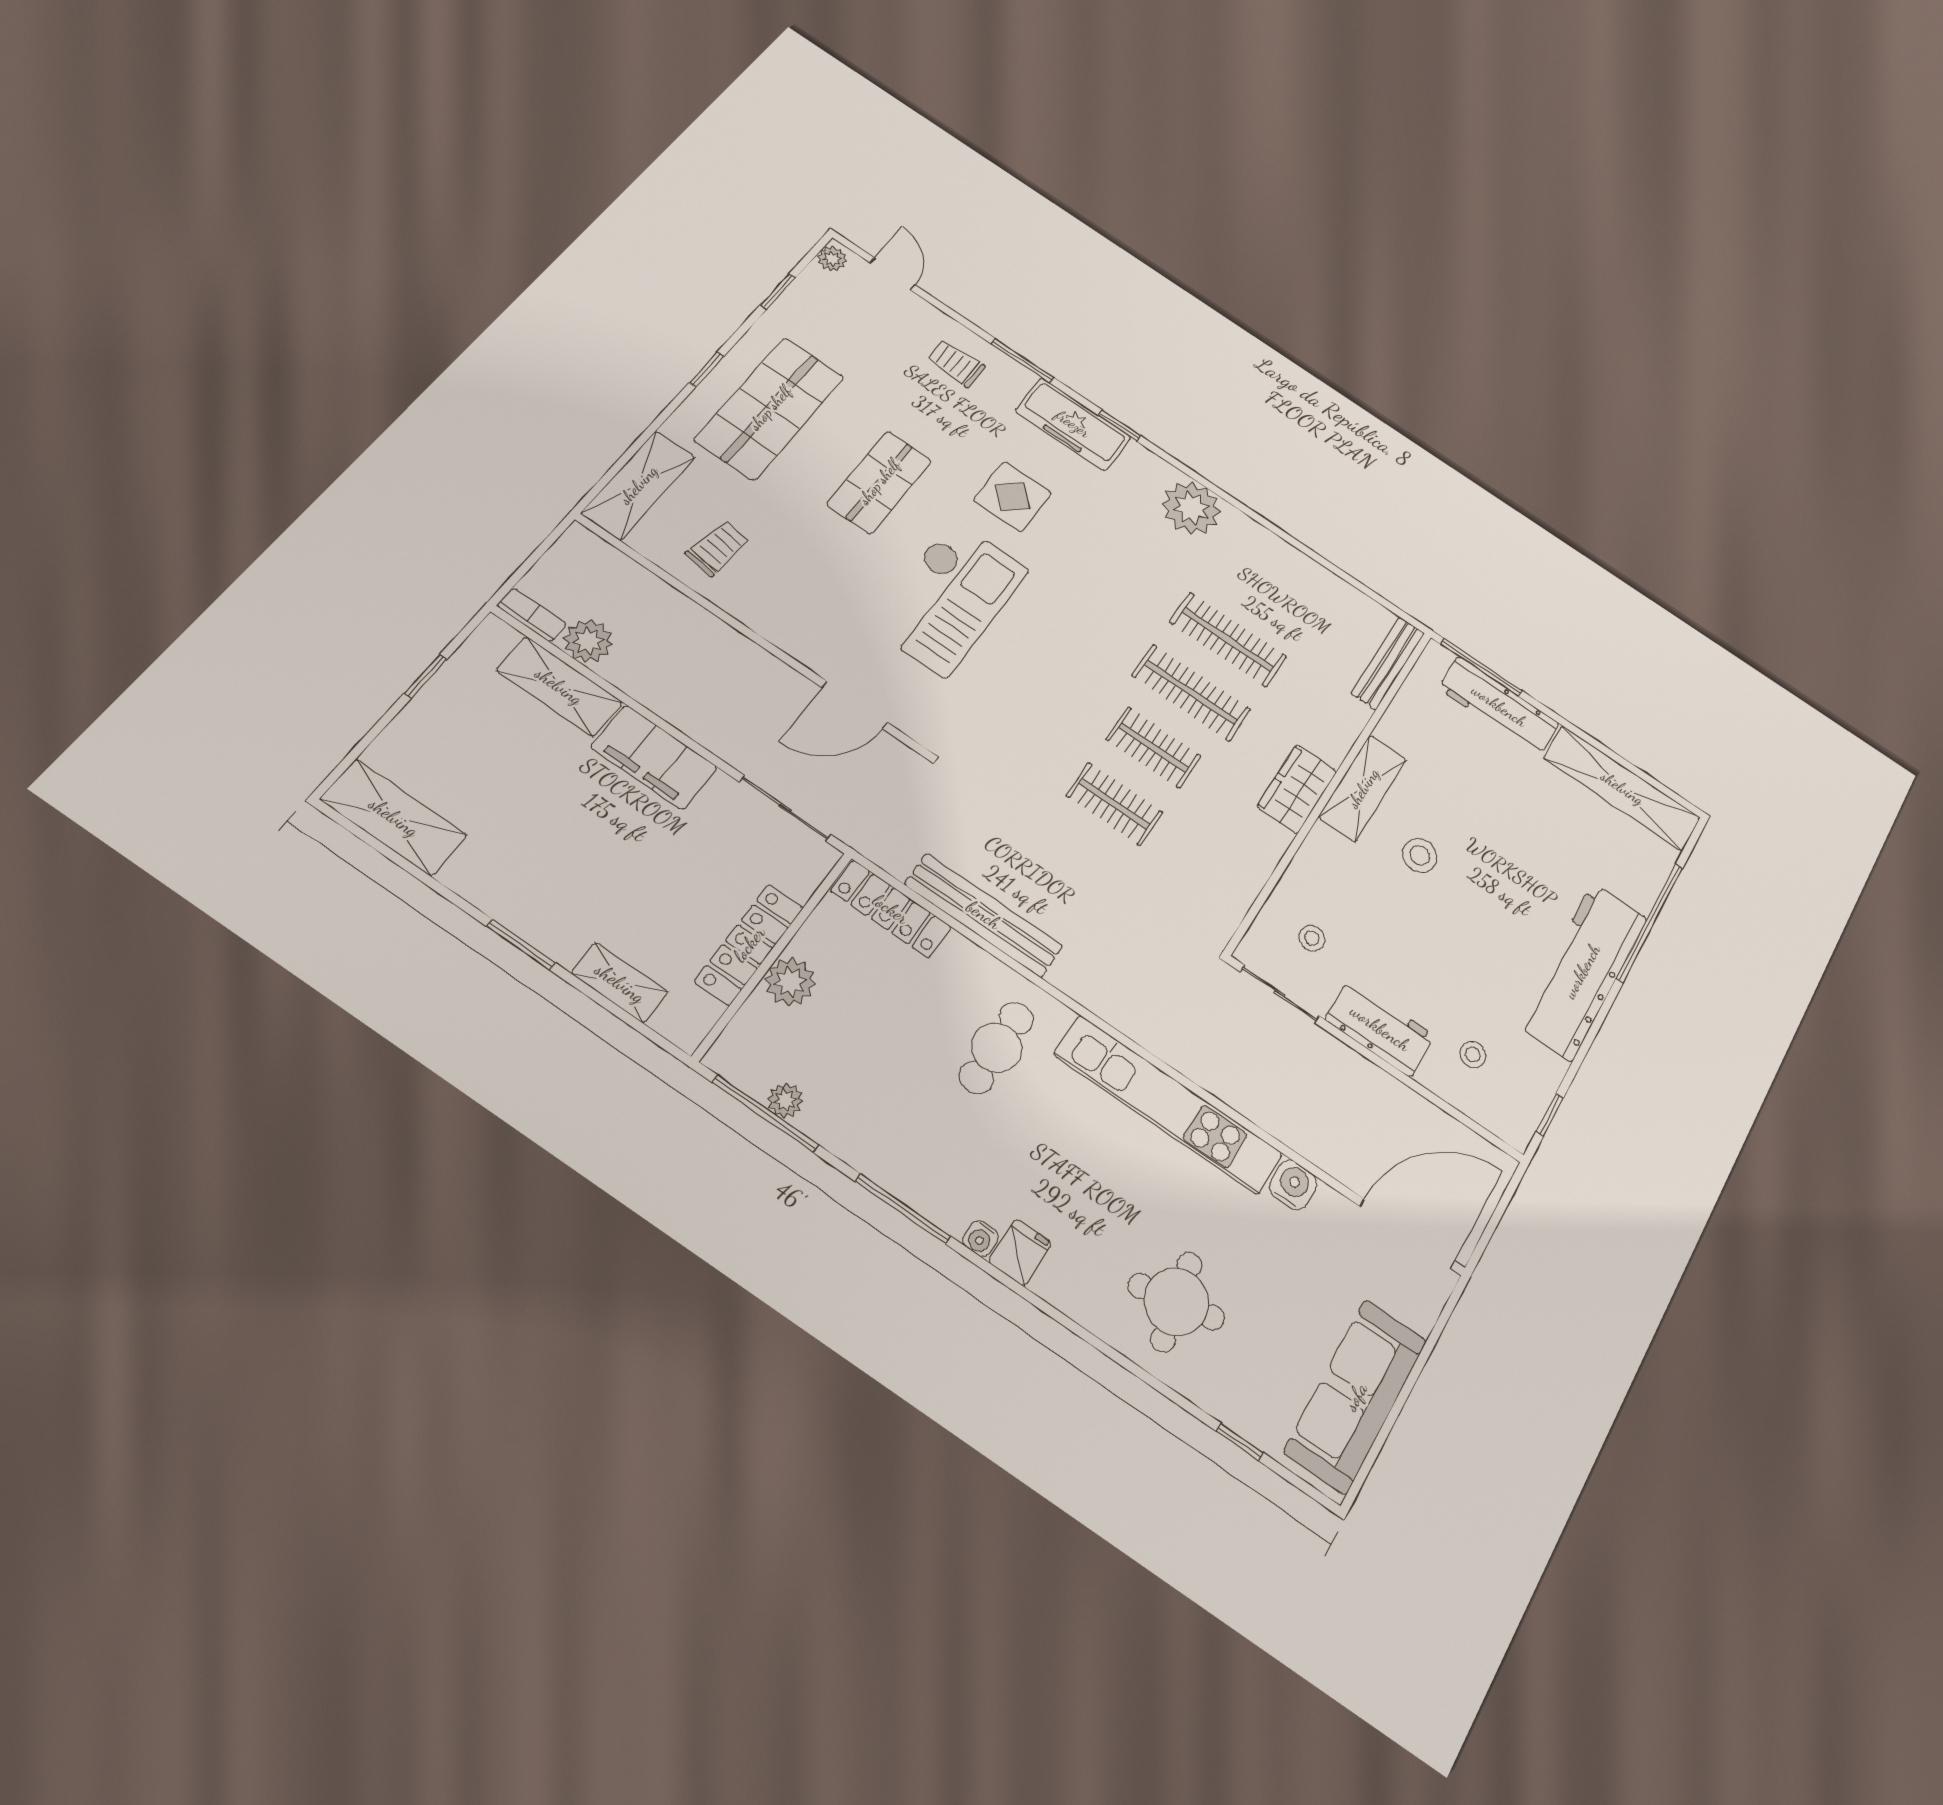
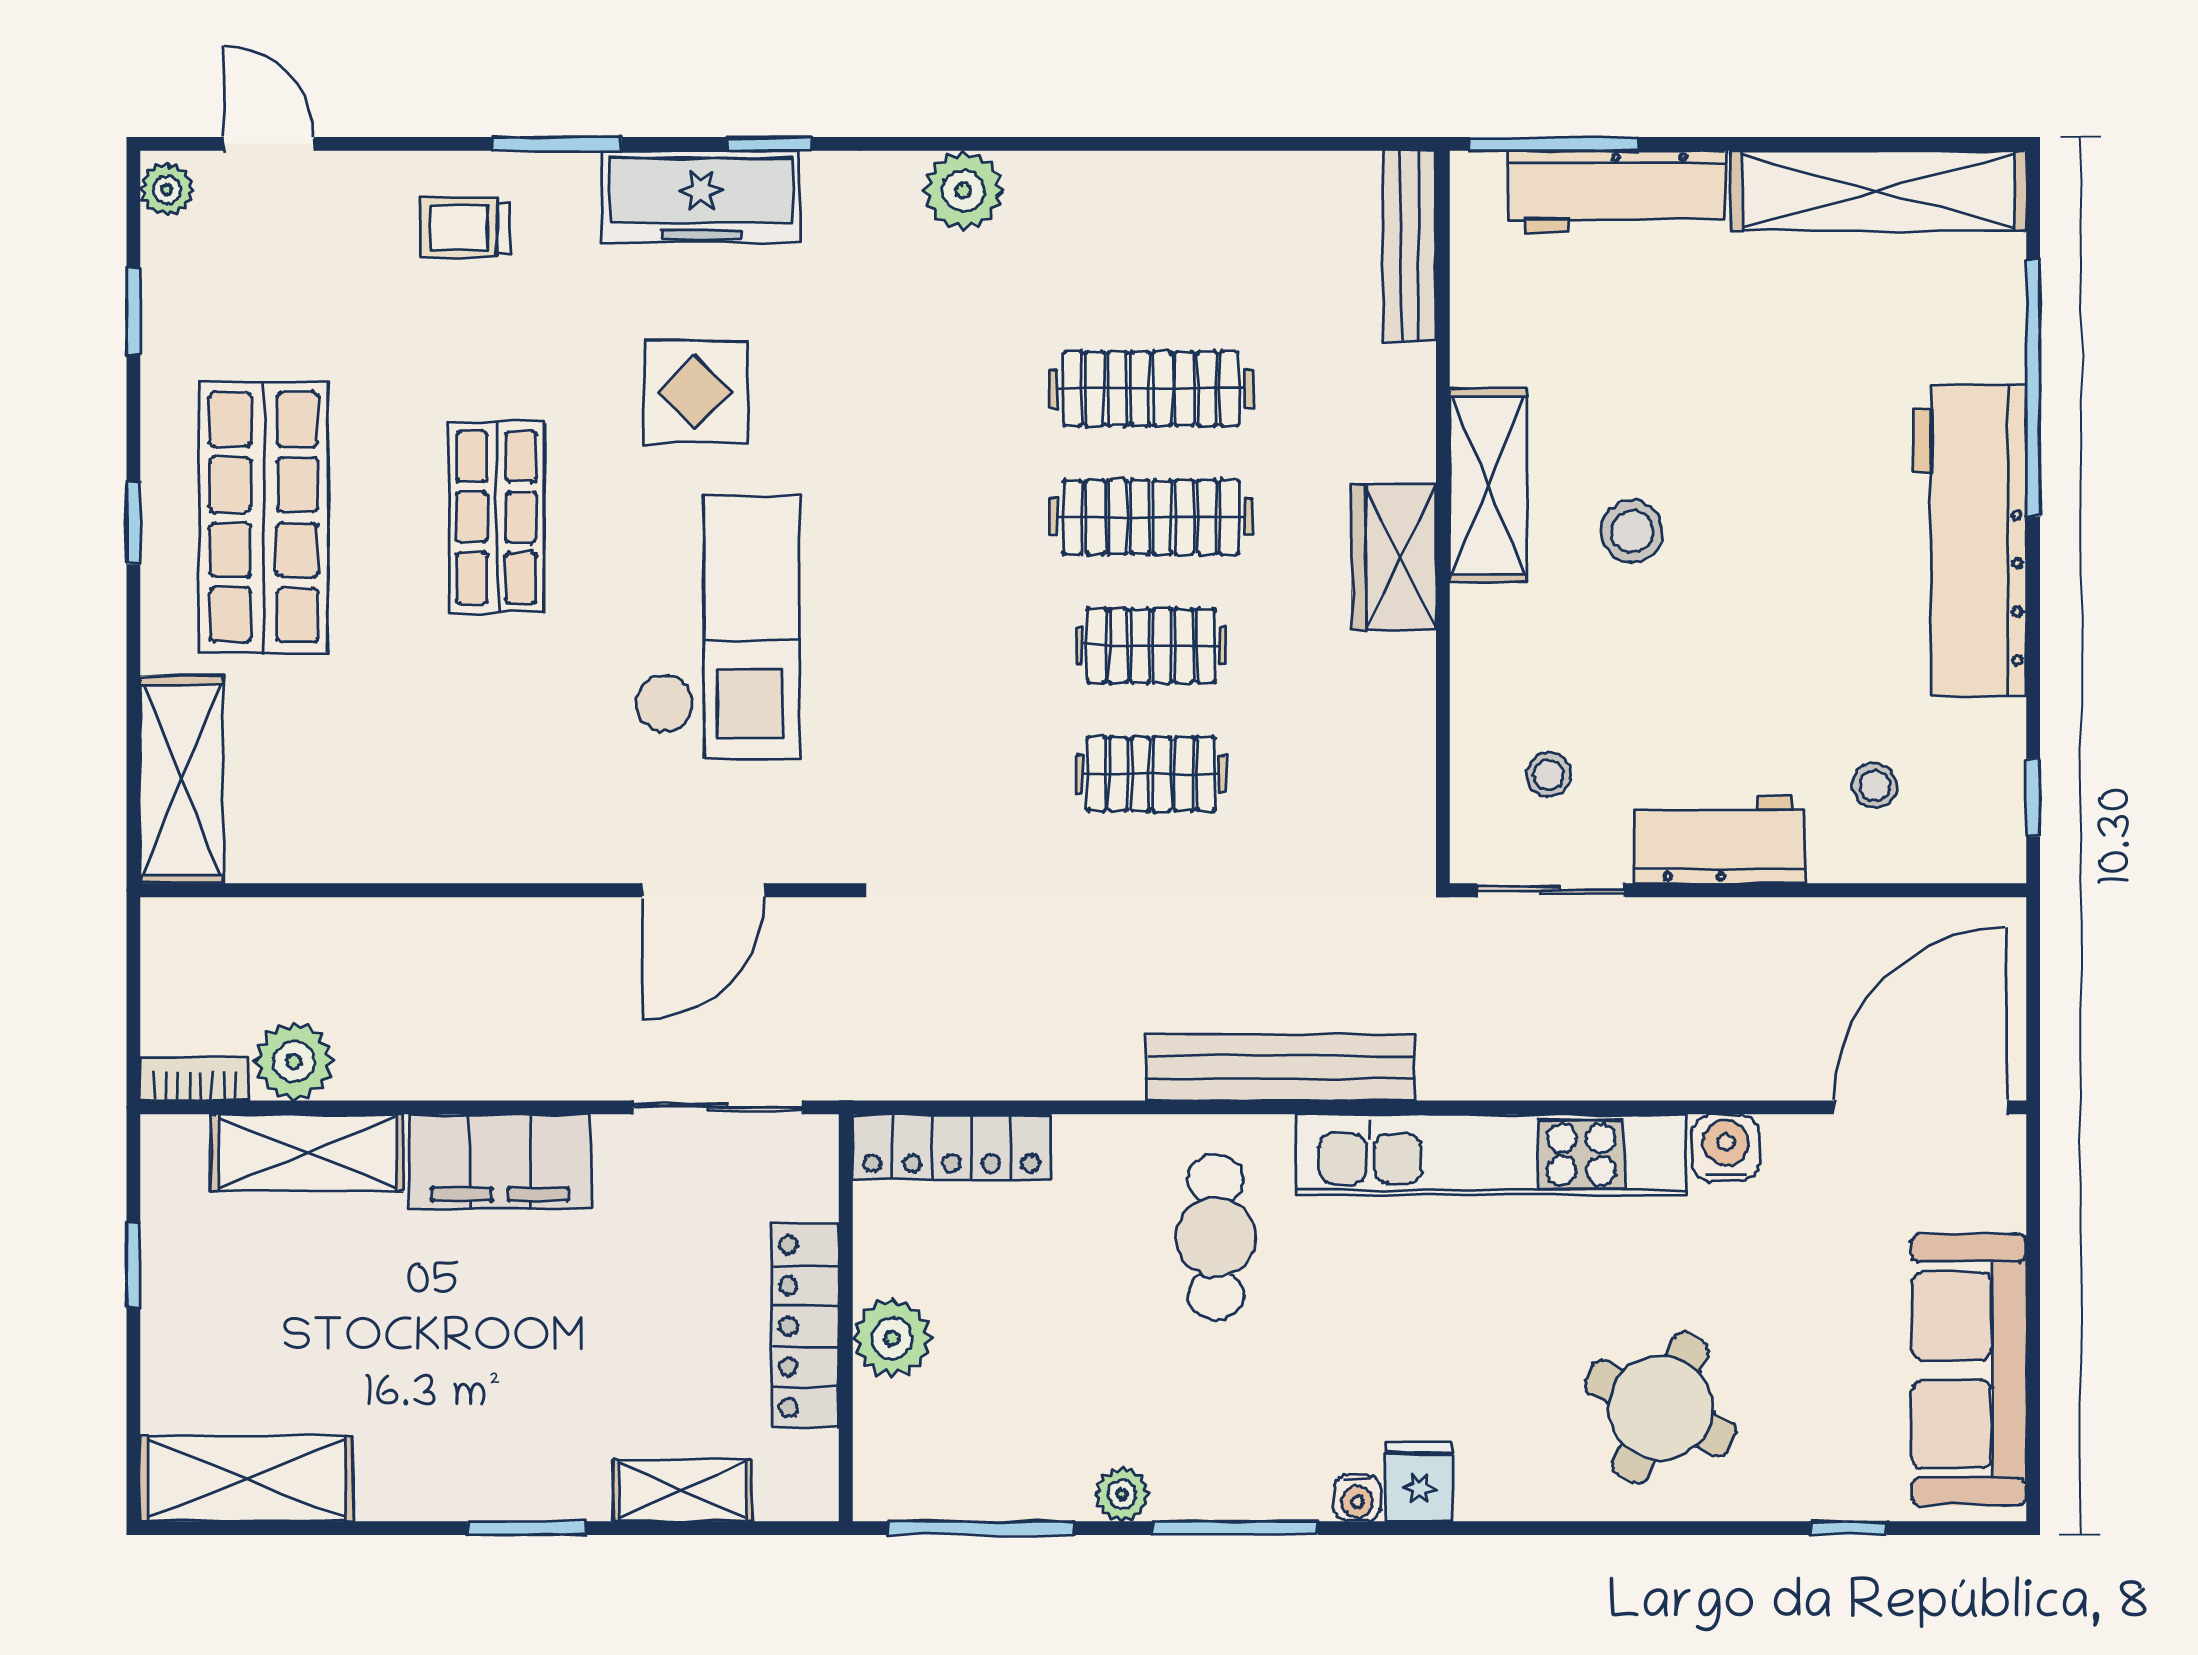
plant: (1191, 508) -> (963, 191), width x0.73, depth x0.73
trolley: (718, 548) -> (356, 794), removed
bench: (984, 915) -> (1280, 1067), moved
plant: (785, 1100) -> (1122, 1494), moved
round table: (1176, 1302) -> (1661, 1408), turned 37

